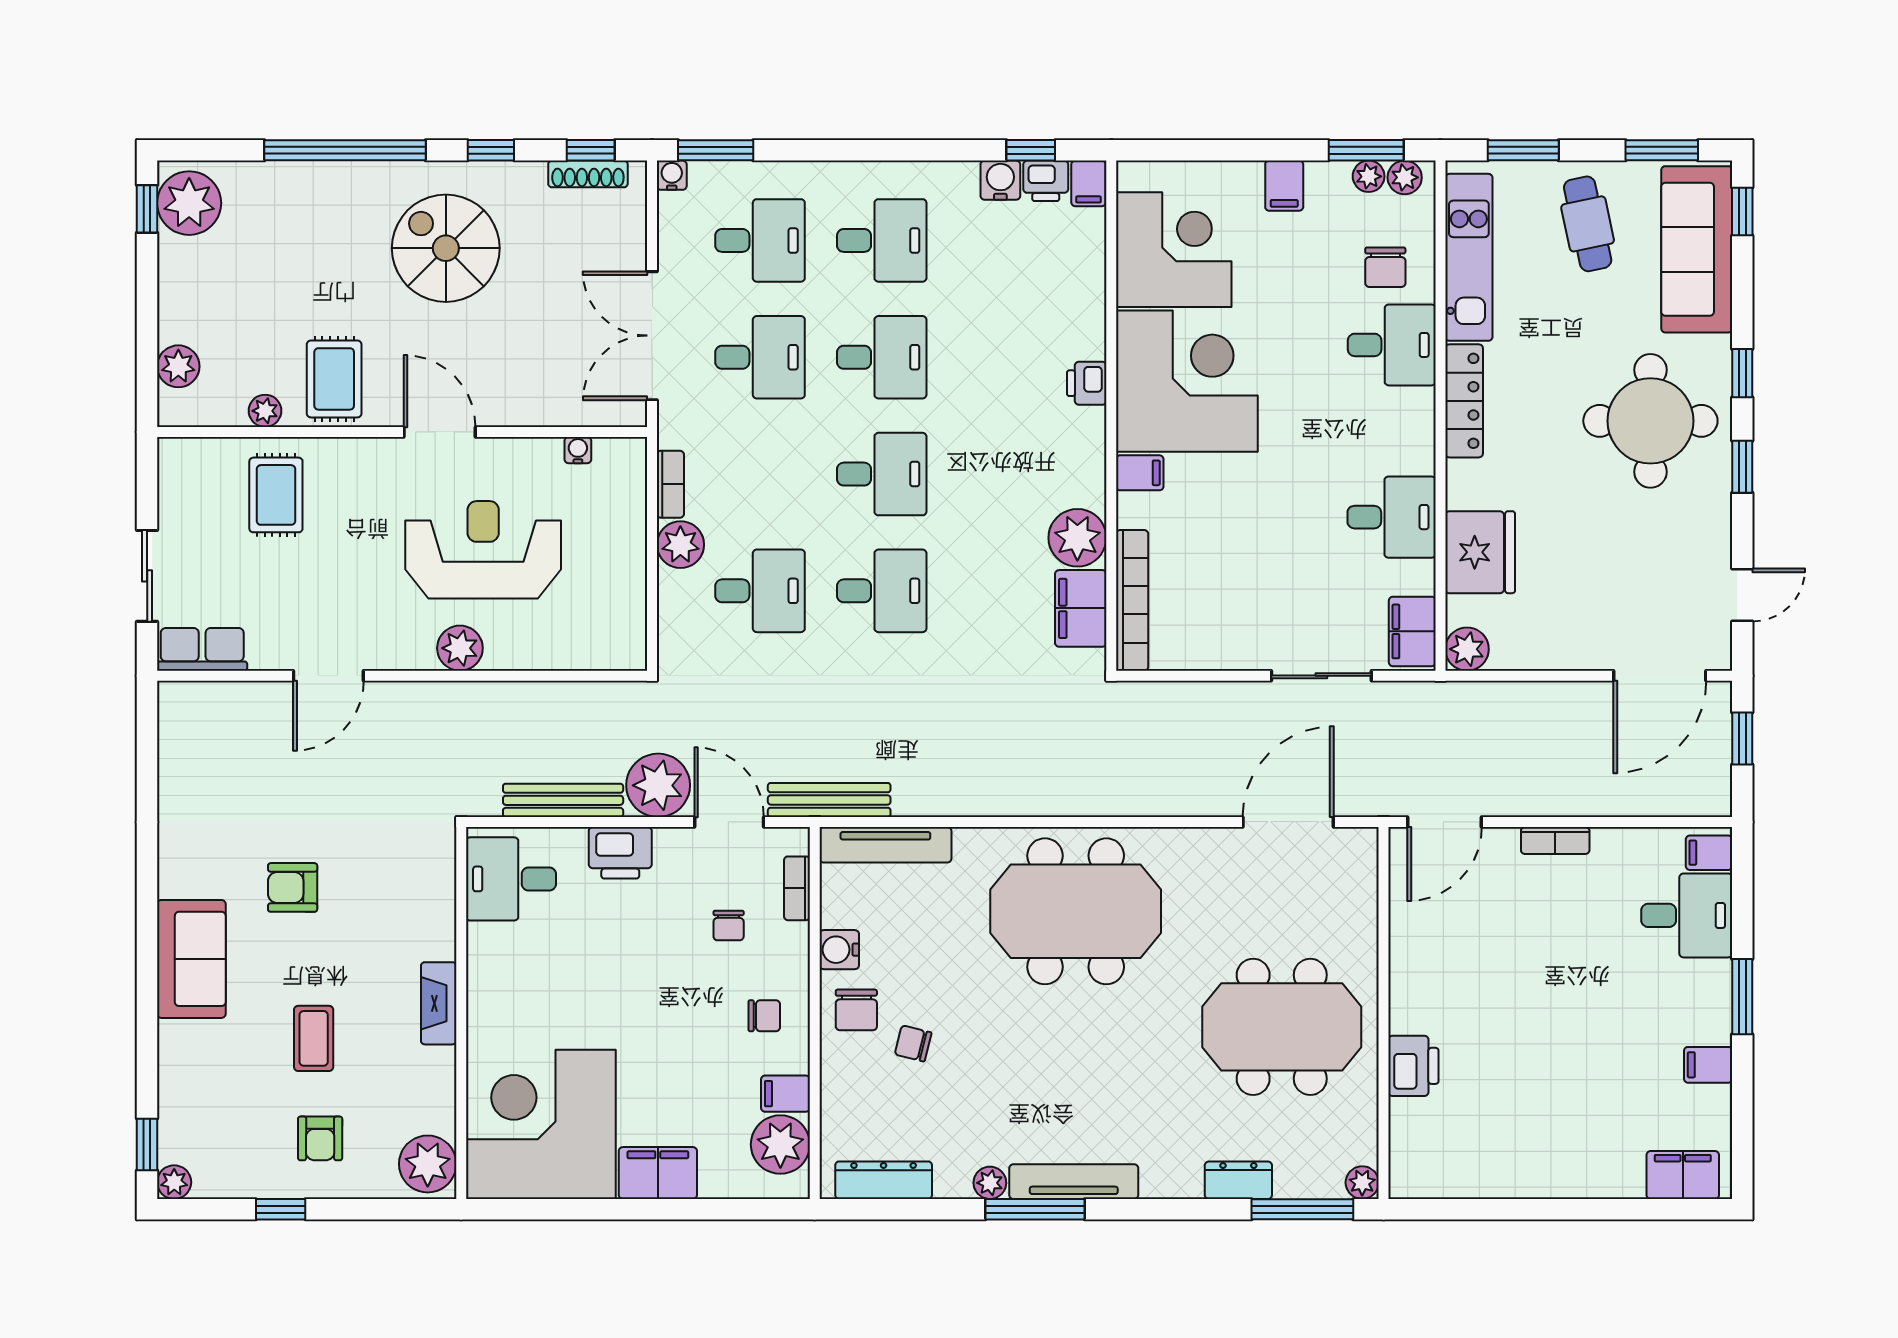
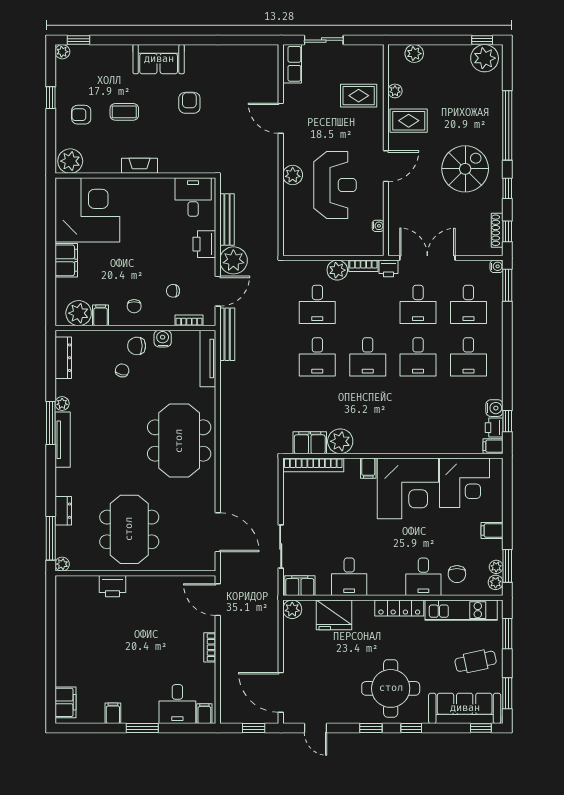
chair: (1385, 267) -> (457, 574), turned -90
printer: (1087, 383) -> (389, 268), moved, turned 180

